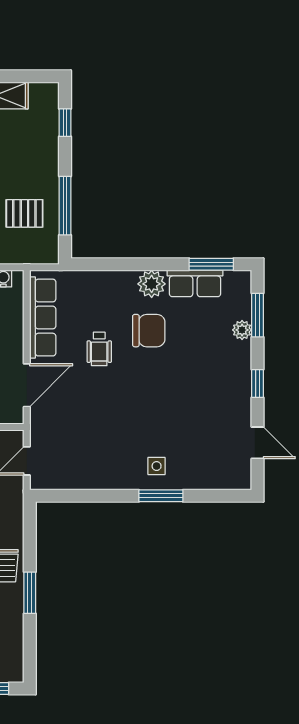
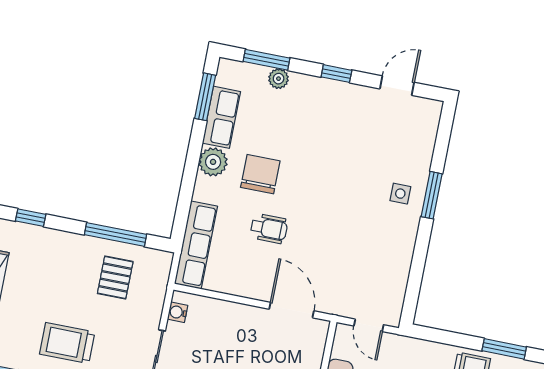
row of seats: (43, 318) -> (196, 245), moved, turned 90

